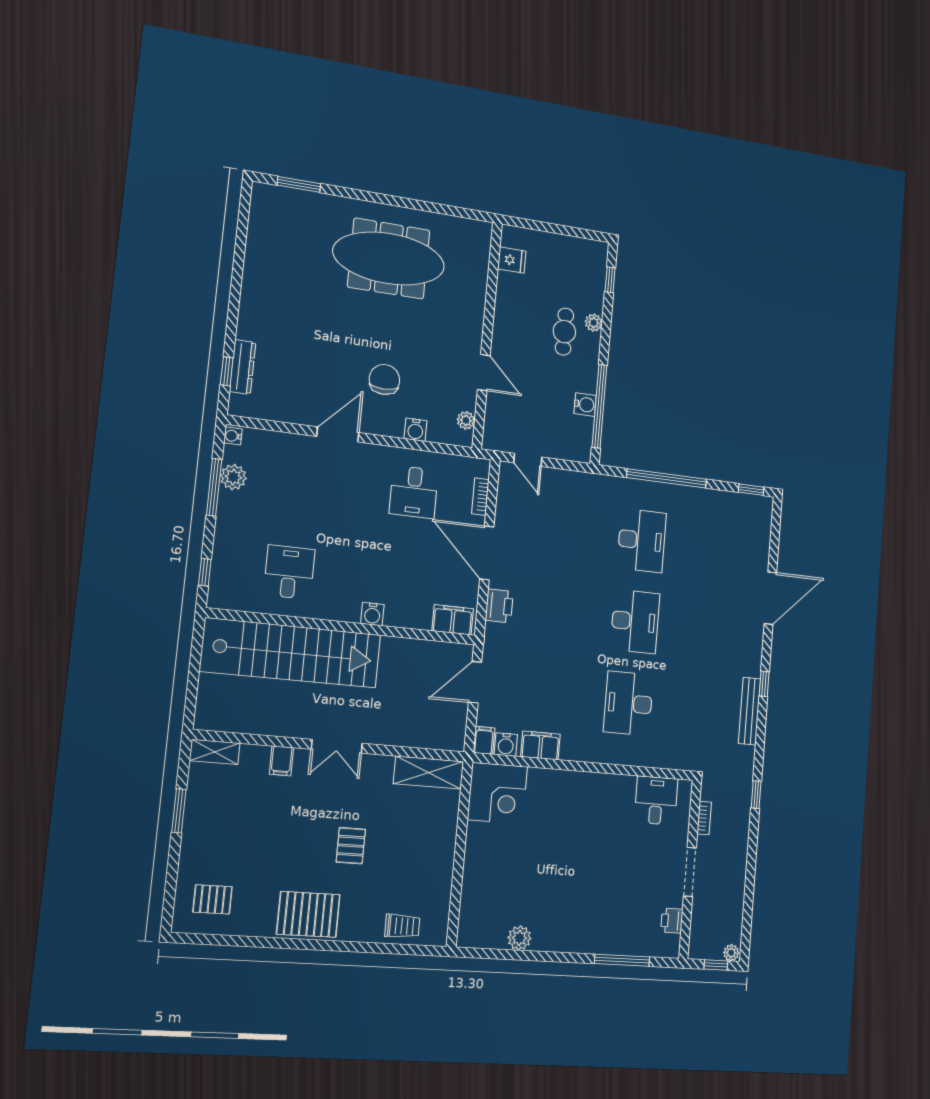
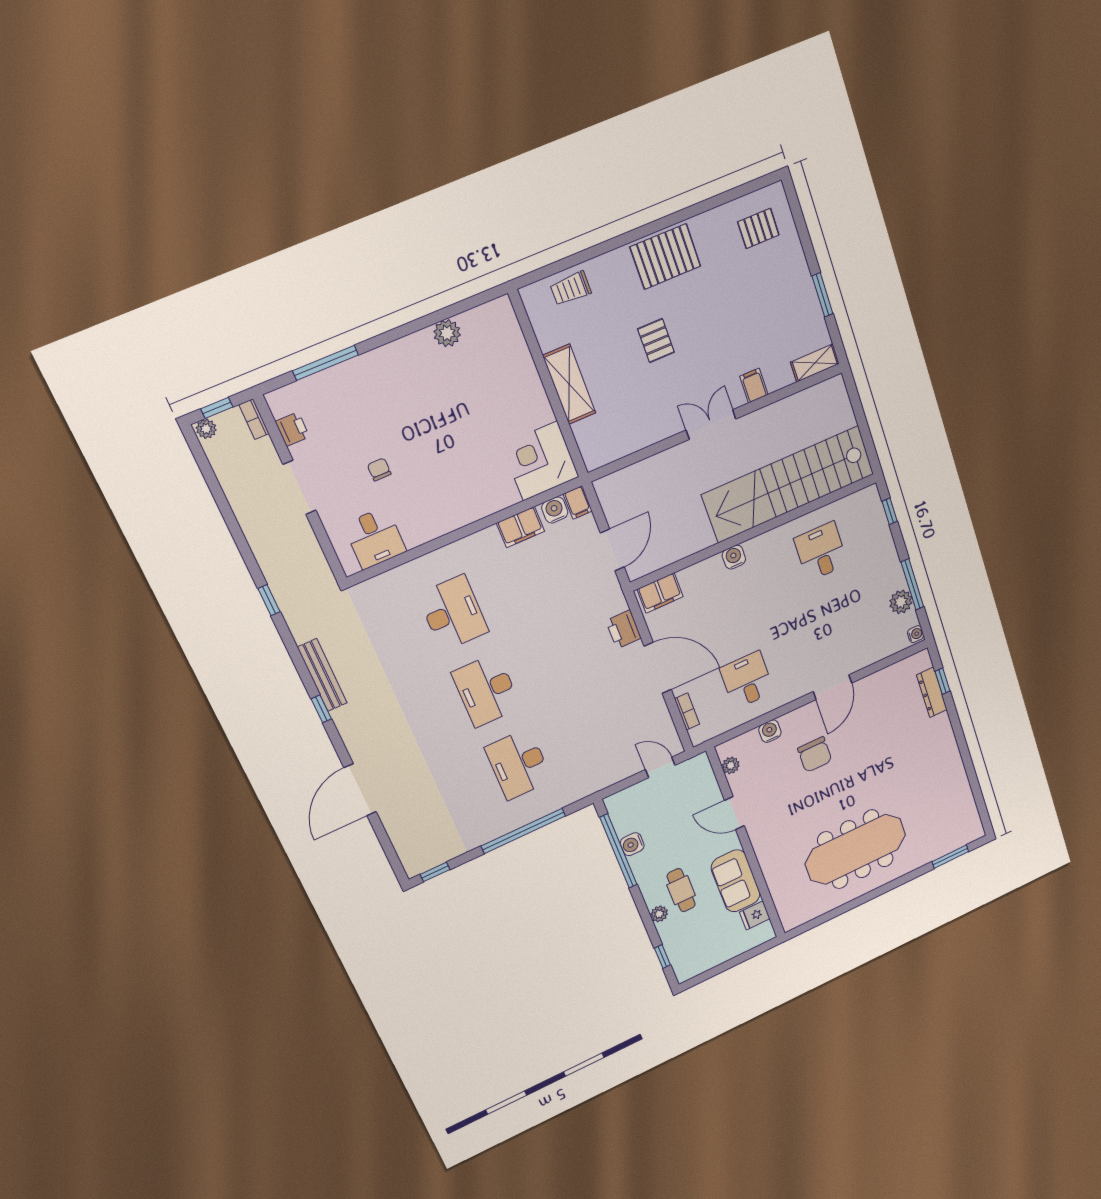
sofa: (513, 306) -> (736, 881), added
desk: (289, 572) -> (821, 551), turned 180
shelving: (429, 772) -> (569, 384), moved, turned 90
bookcase: (704, 818) -> (254, 419), moved
chair: (625, 854) -> (379, 469), added

